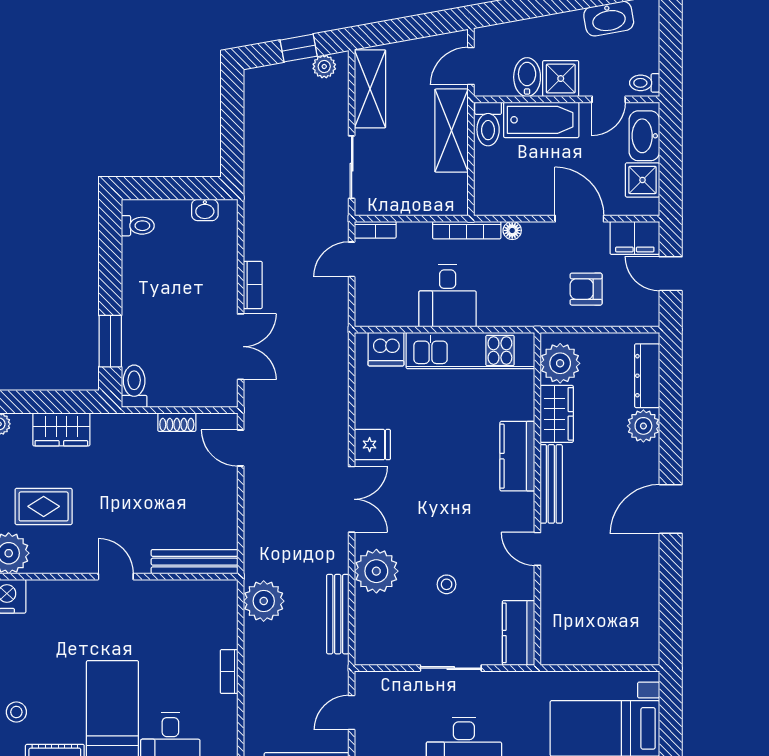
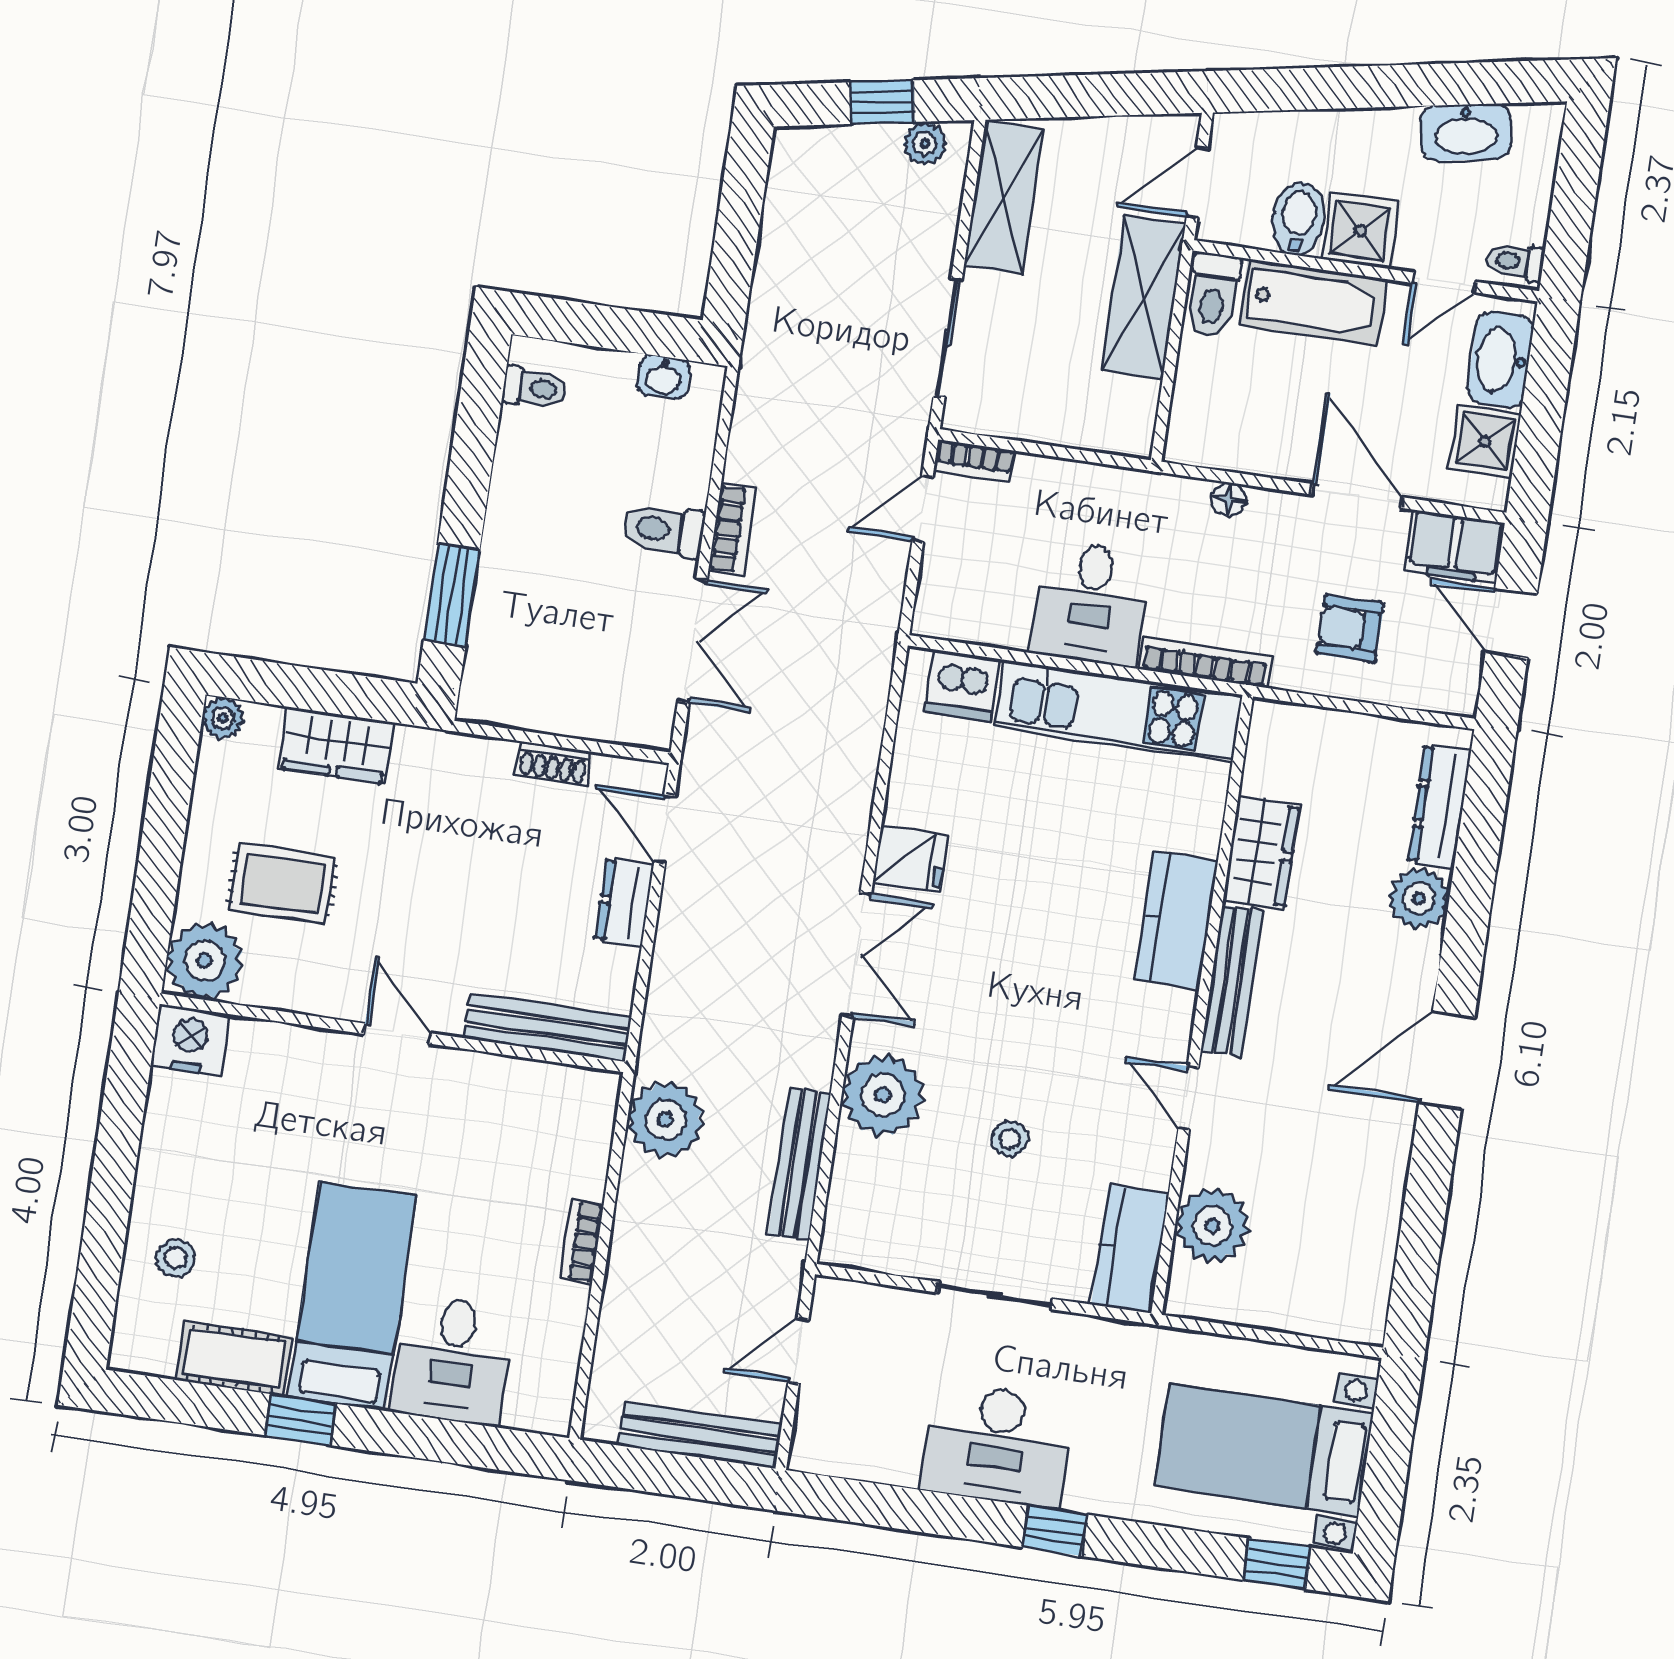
bookcase: (467, 230) -> (1205, 662), moved, turned 180
plant: (560, 363) -> (1212, 1226), moved
toilet: (134, 386) -> (663, 530), moved, turned -90
dresser: (225, 490) -> (624, 902), added

